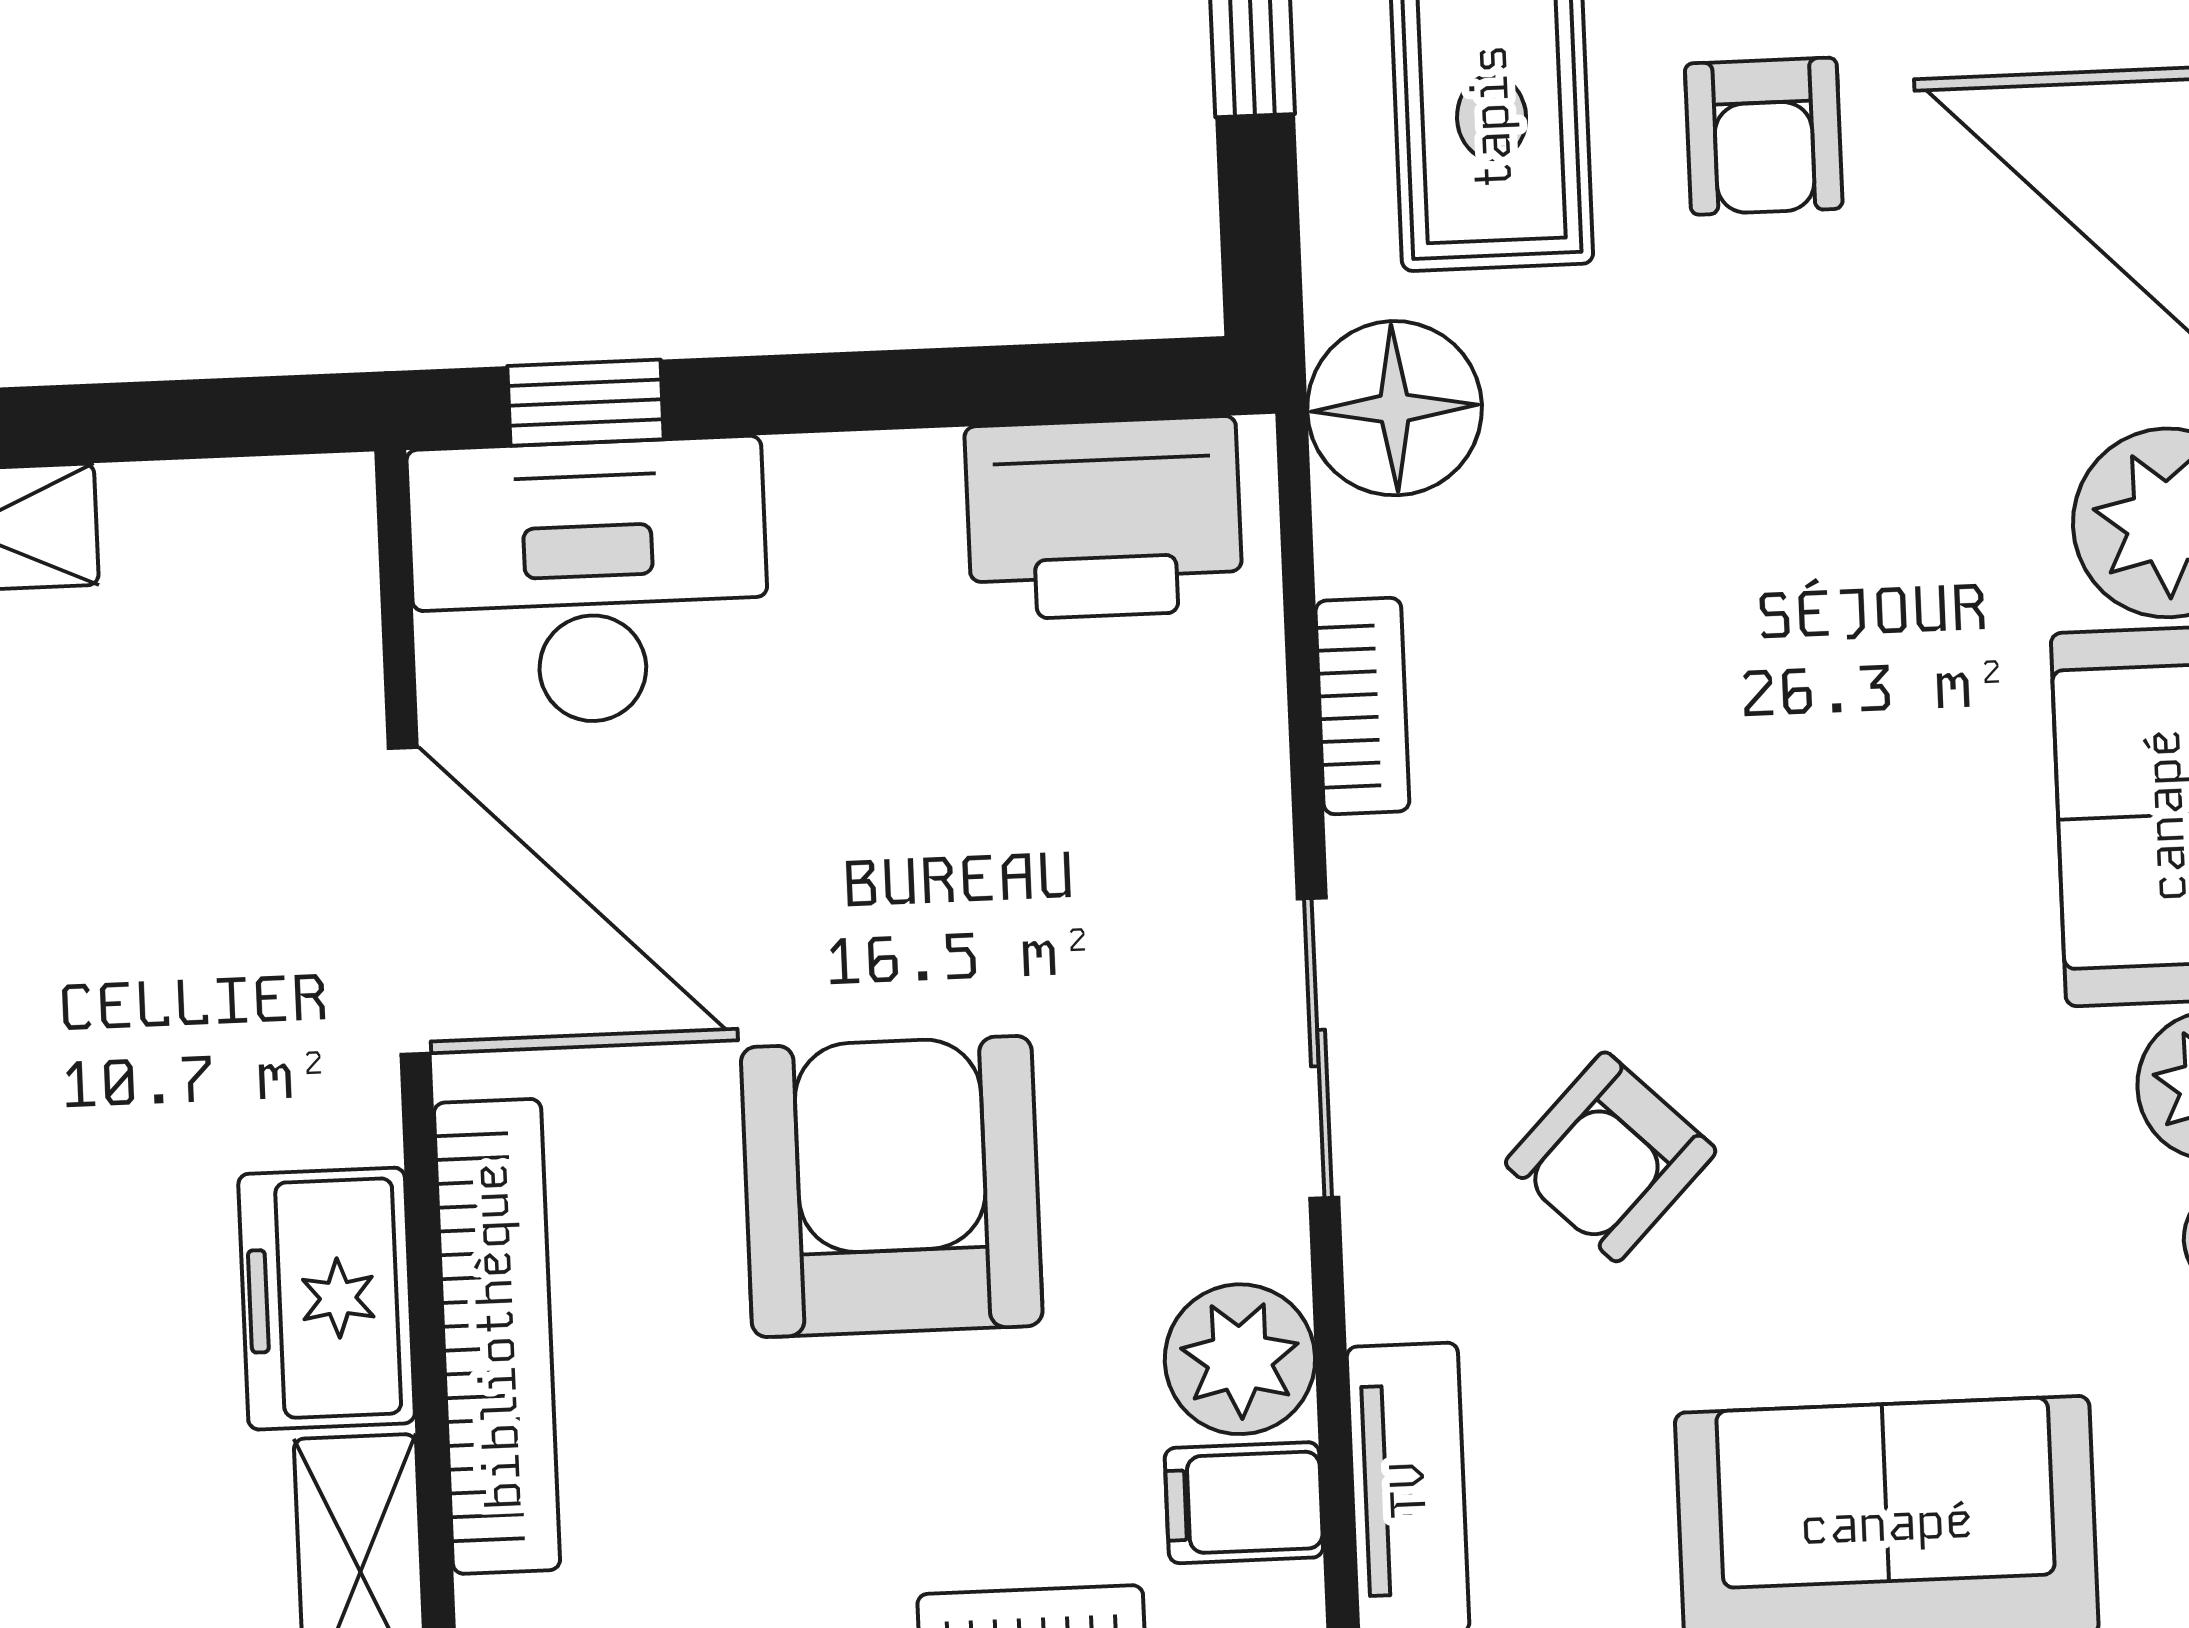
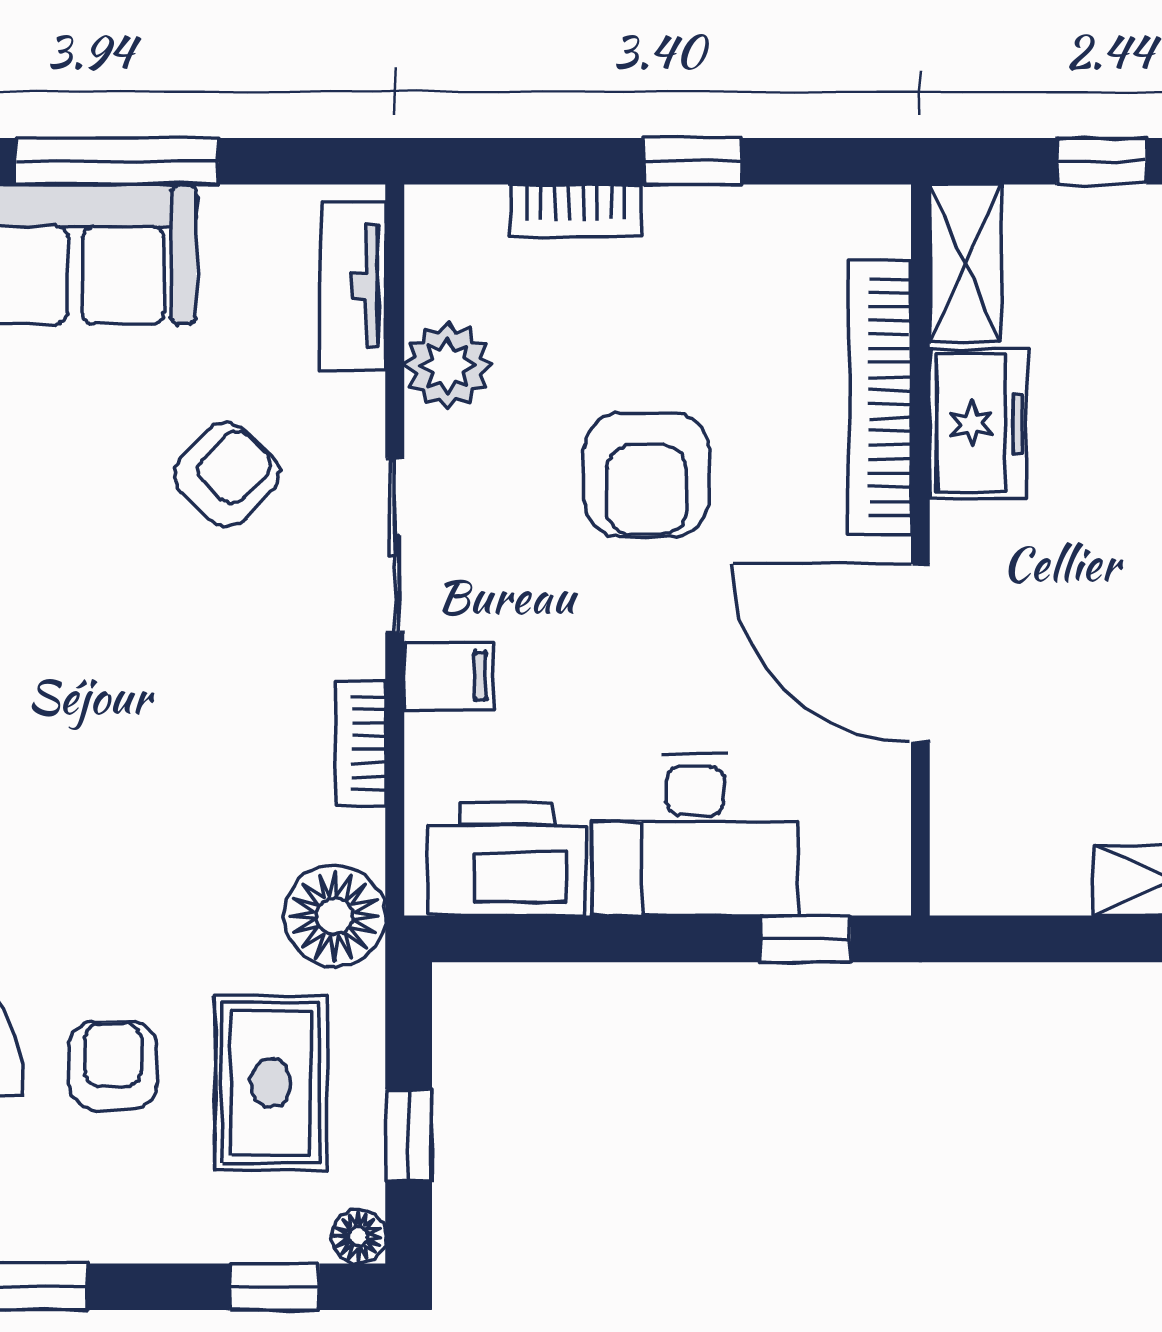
desk: (589, 582) -> (695, 834), moved
armchair: (892, 1187) -> (646, 475), width x0.73, depth x0.73
filing cabinet: (1244, 1503) -> (449, 676), moved

